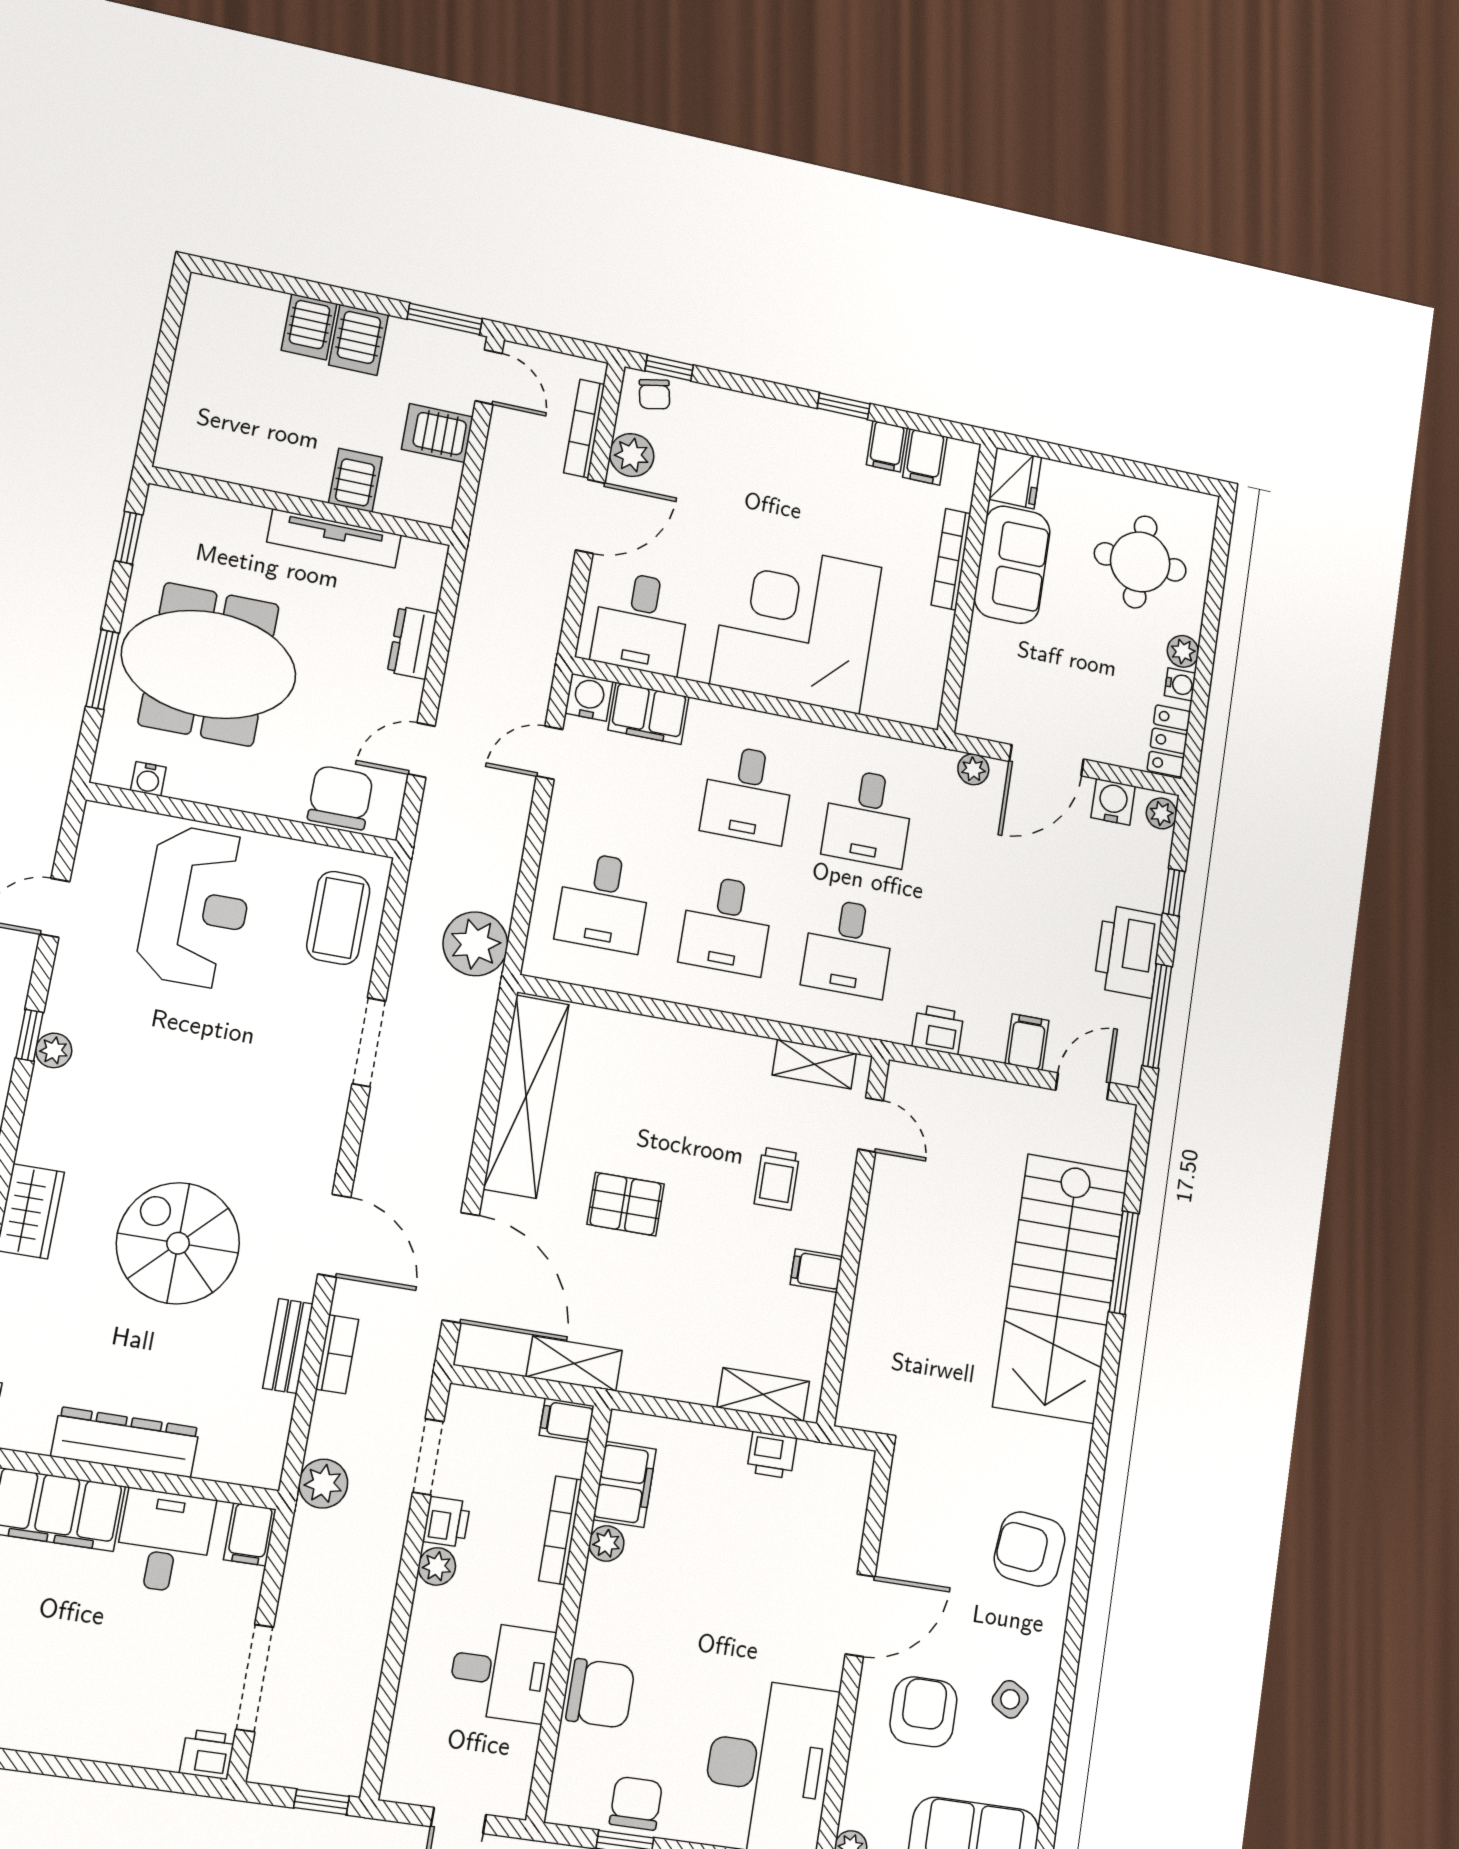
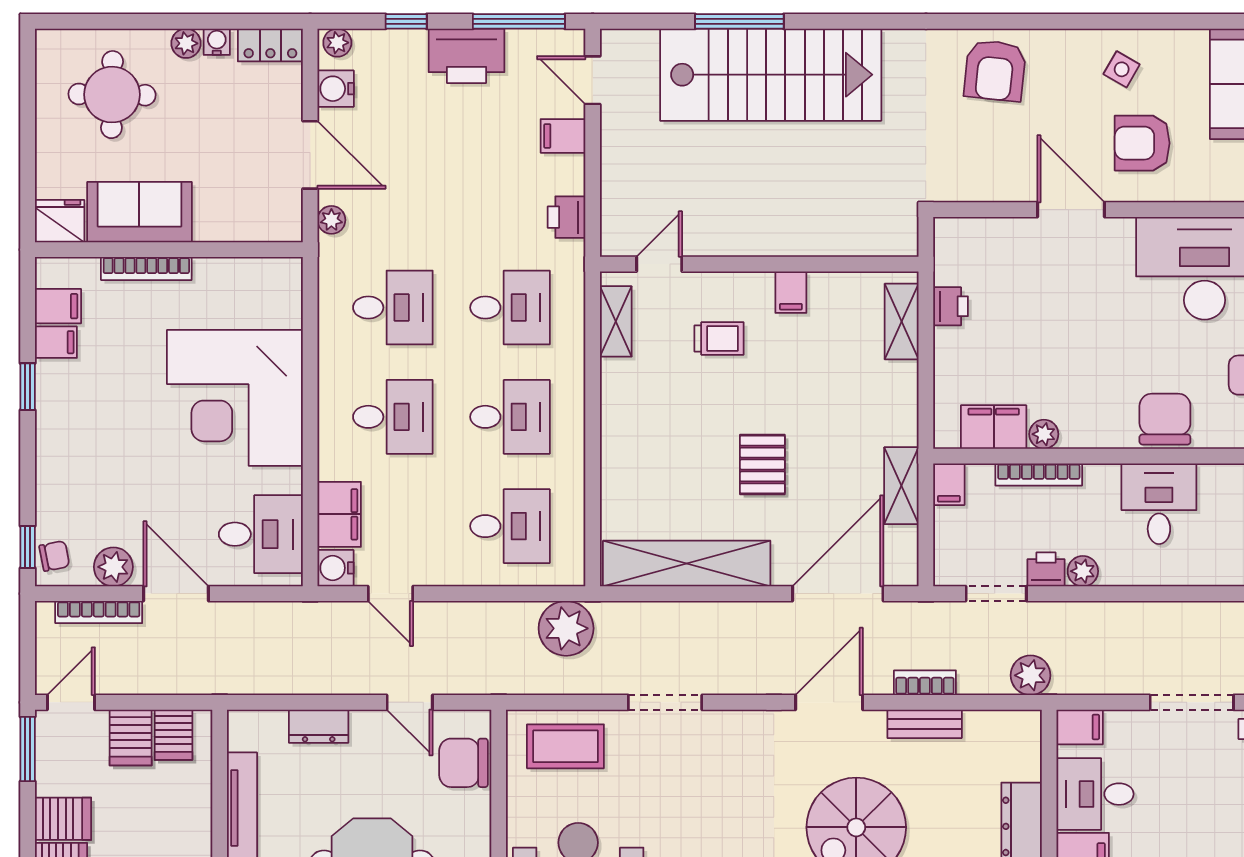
server rack: (355, 480) -> (174, 735), moved, turned -90

